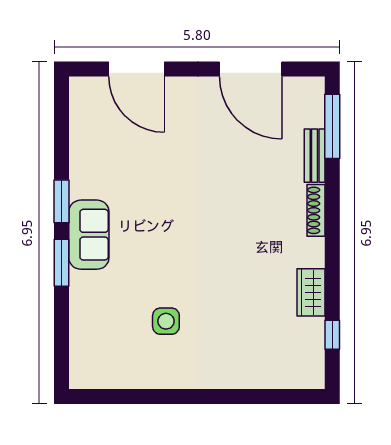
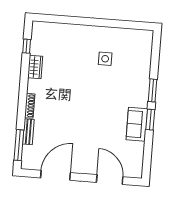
door: (251, 69) -> (56, 175), hinge flipped
sofa: (89, 235) -> (137, 124), moved

